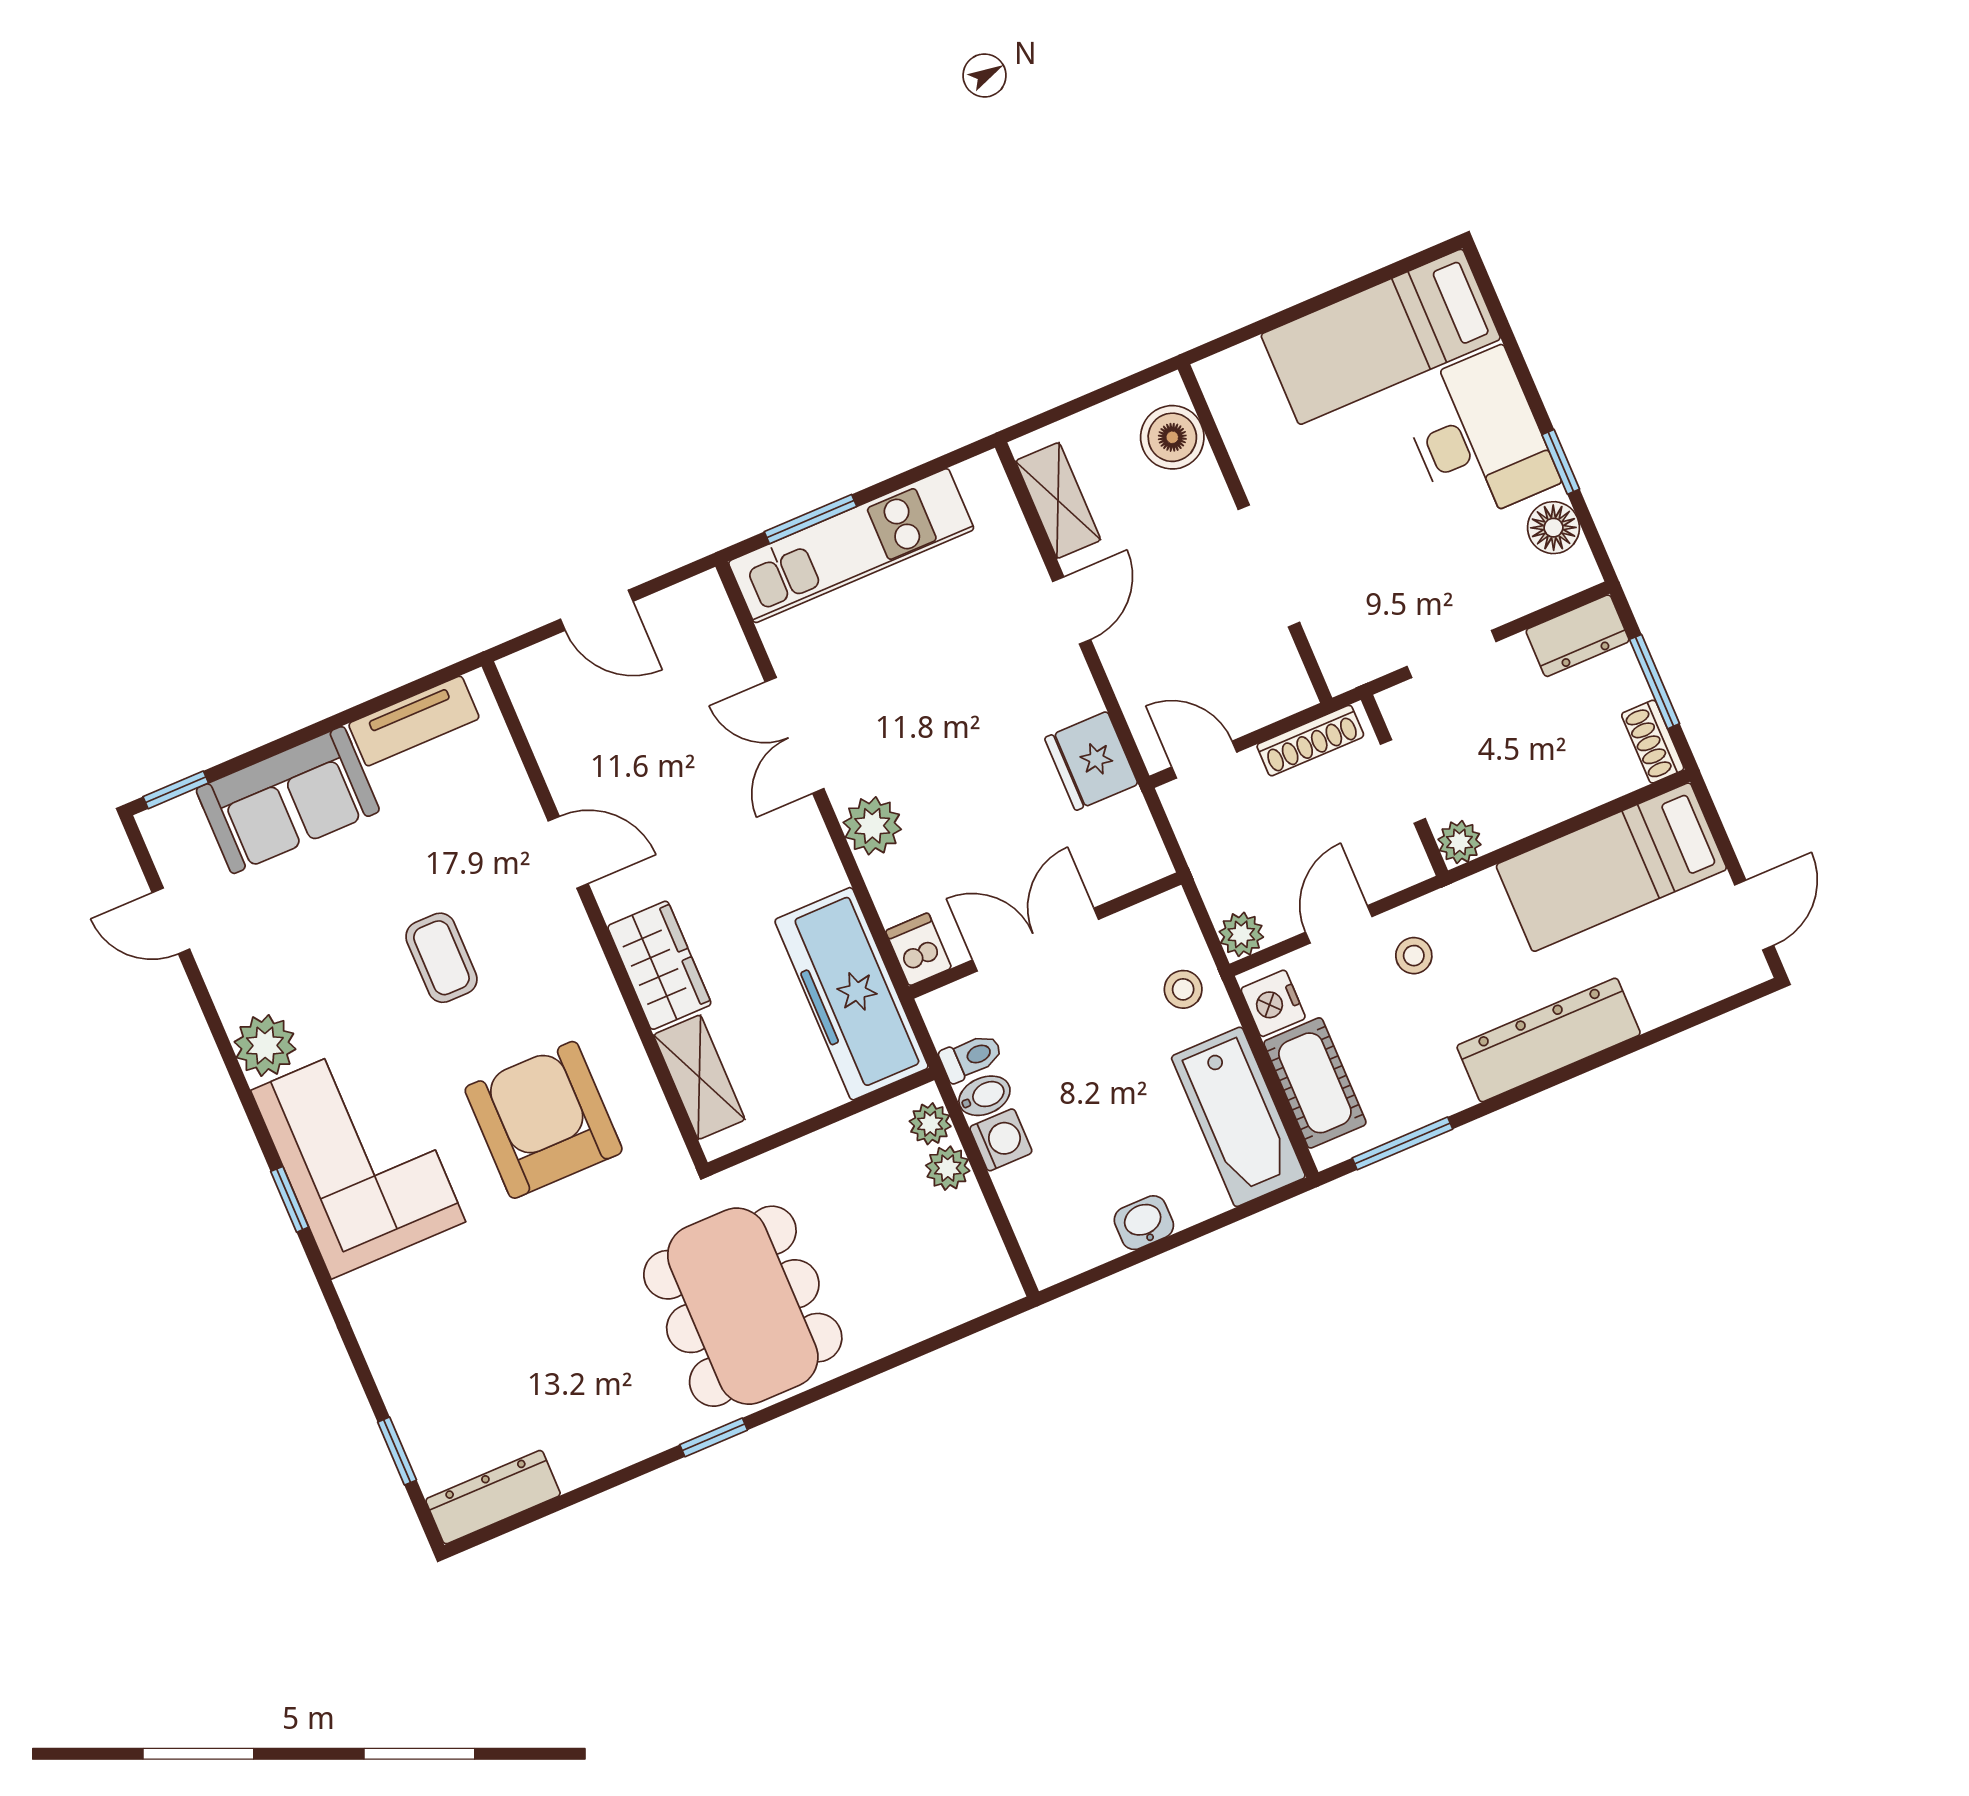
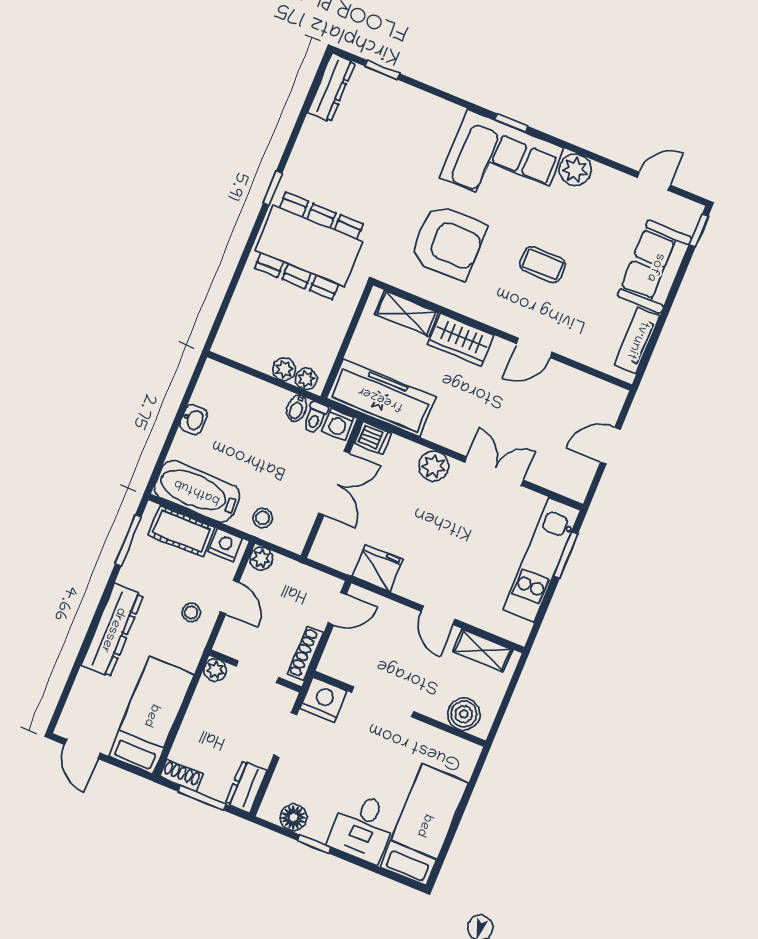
desk: (1478, 436) -> (363, 828), width x0.73
nightstand: (1348, 651) -> (324, 700), added
washing machine: (1001, 1140) -> (338, 424), moved

